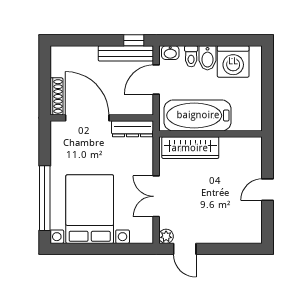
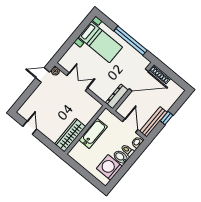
window: (134, 40) -> (167, 118), moved
bathtub: (198, 115) -> (93, 133), width x0.73, depth x0.73
wardrobe: (190, 148) -> (70, 135), moved
door: (268, 190) -> (30, 128), moved
window: (45, 198) -> (130, 41), moved
bed with nightstands: (90, 209) -> (100, 42), width x0.73

